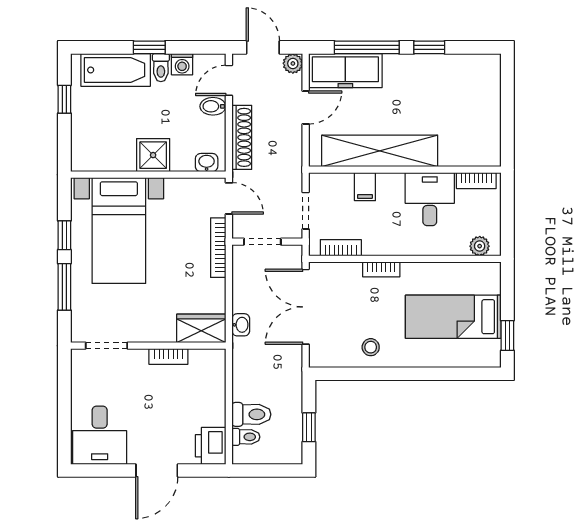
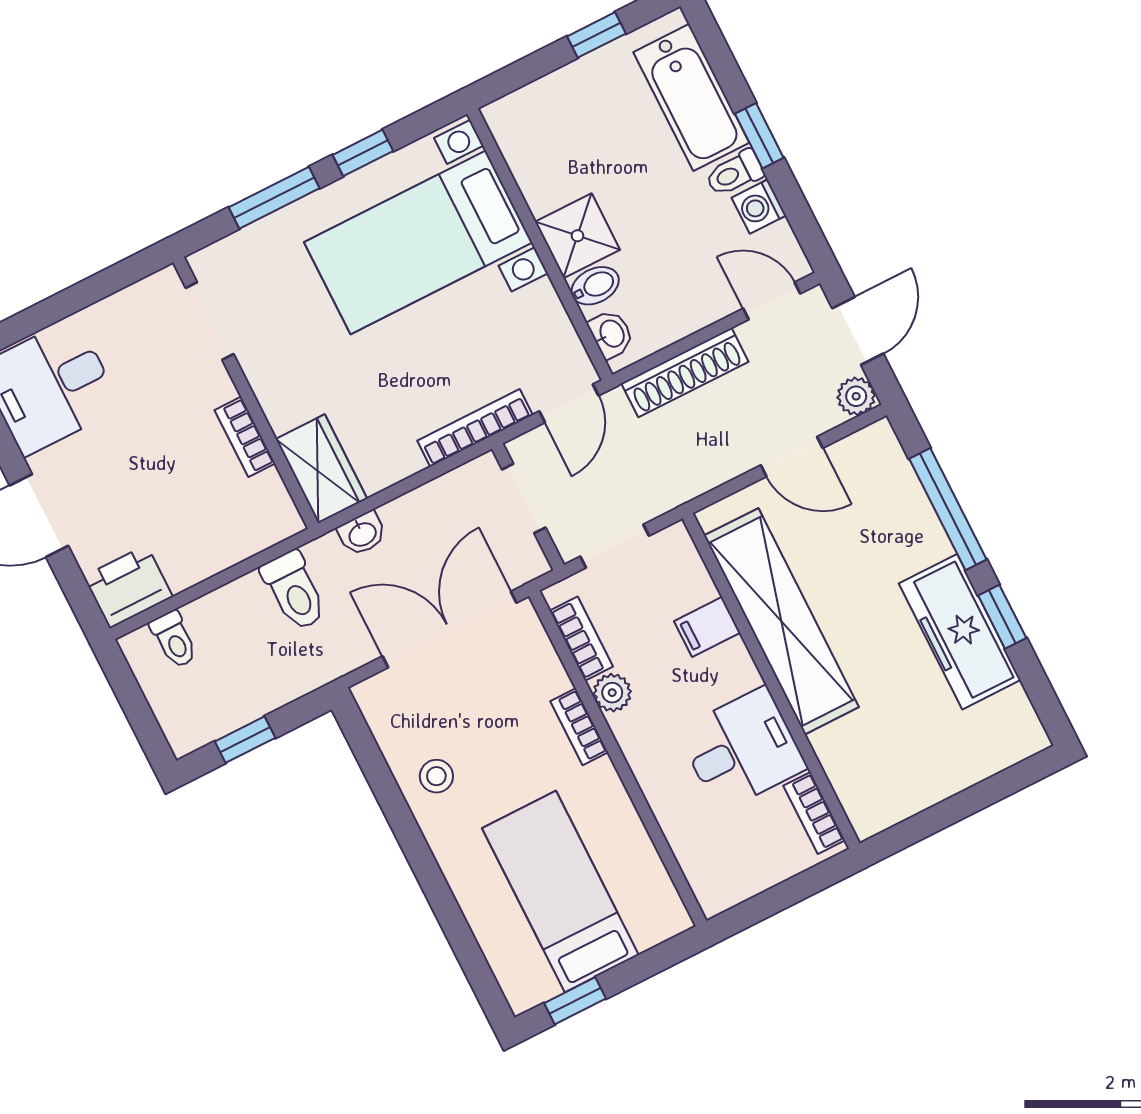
freezer: (345, 71) -> (960, 632), moved
bidet: (213, 106) -> (595, 286), moved, turned 90
plant: (480, 246) -> (612, 693), moved
toilet: (251, 414) -> (294, 591), moved

